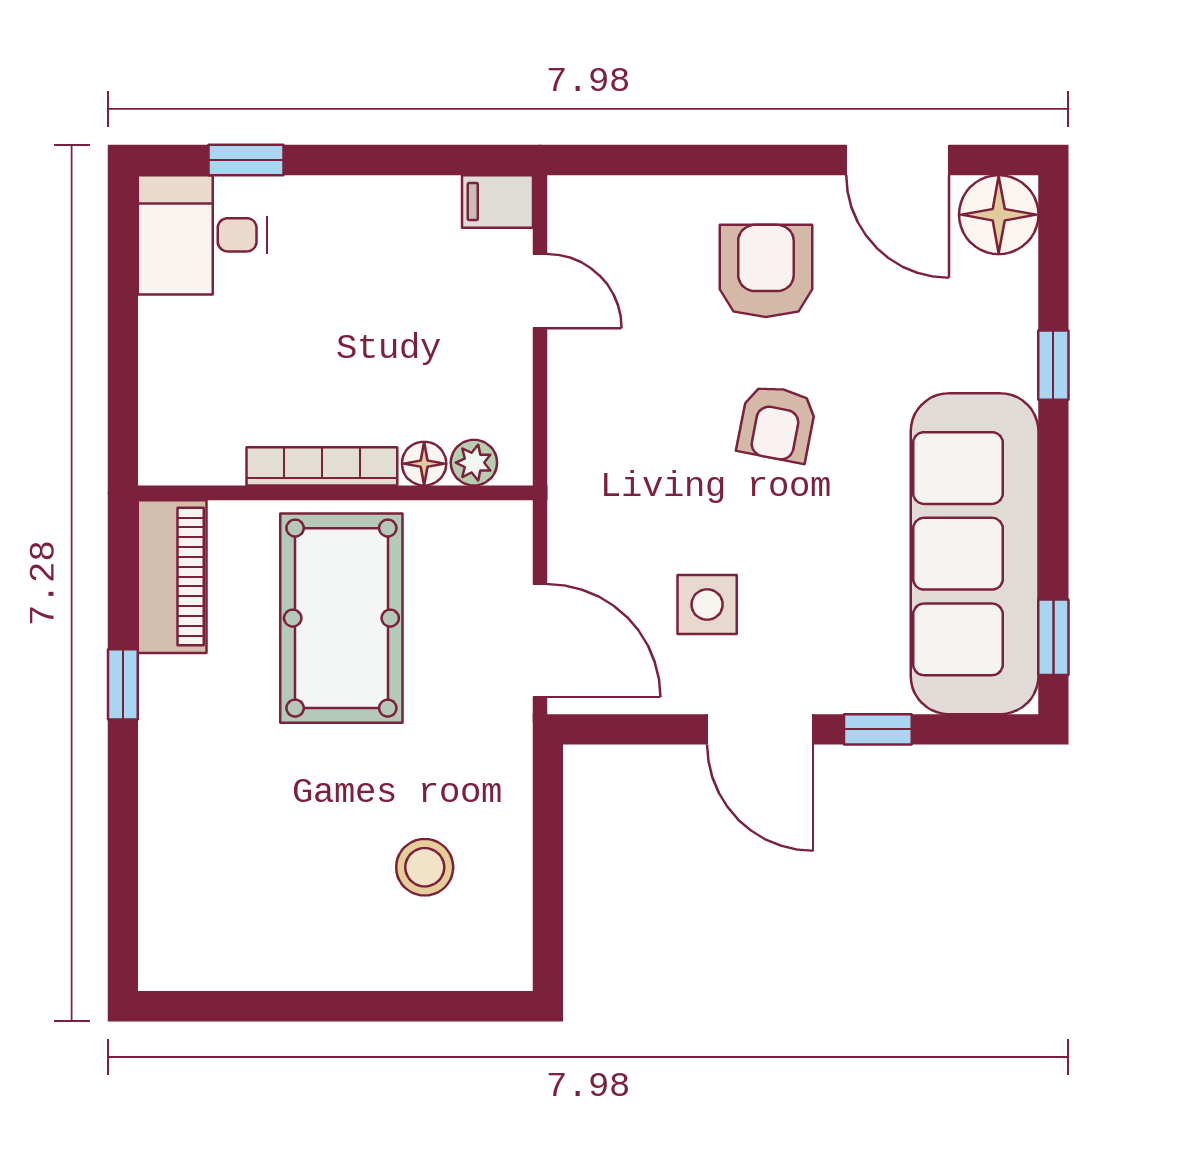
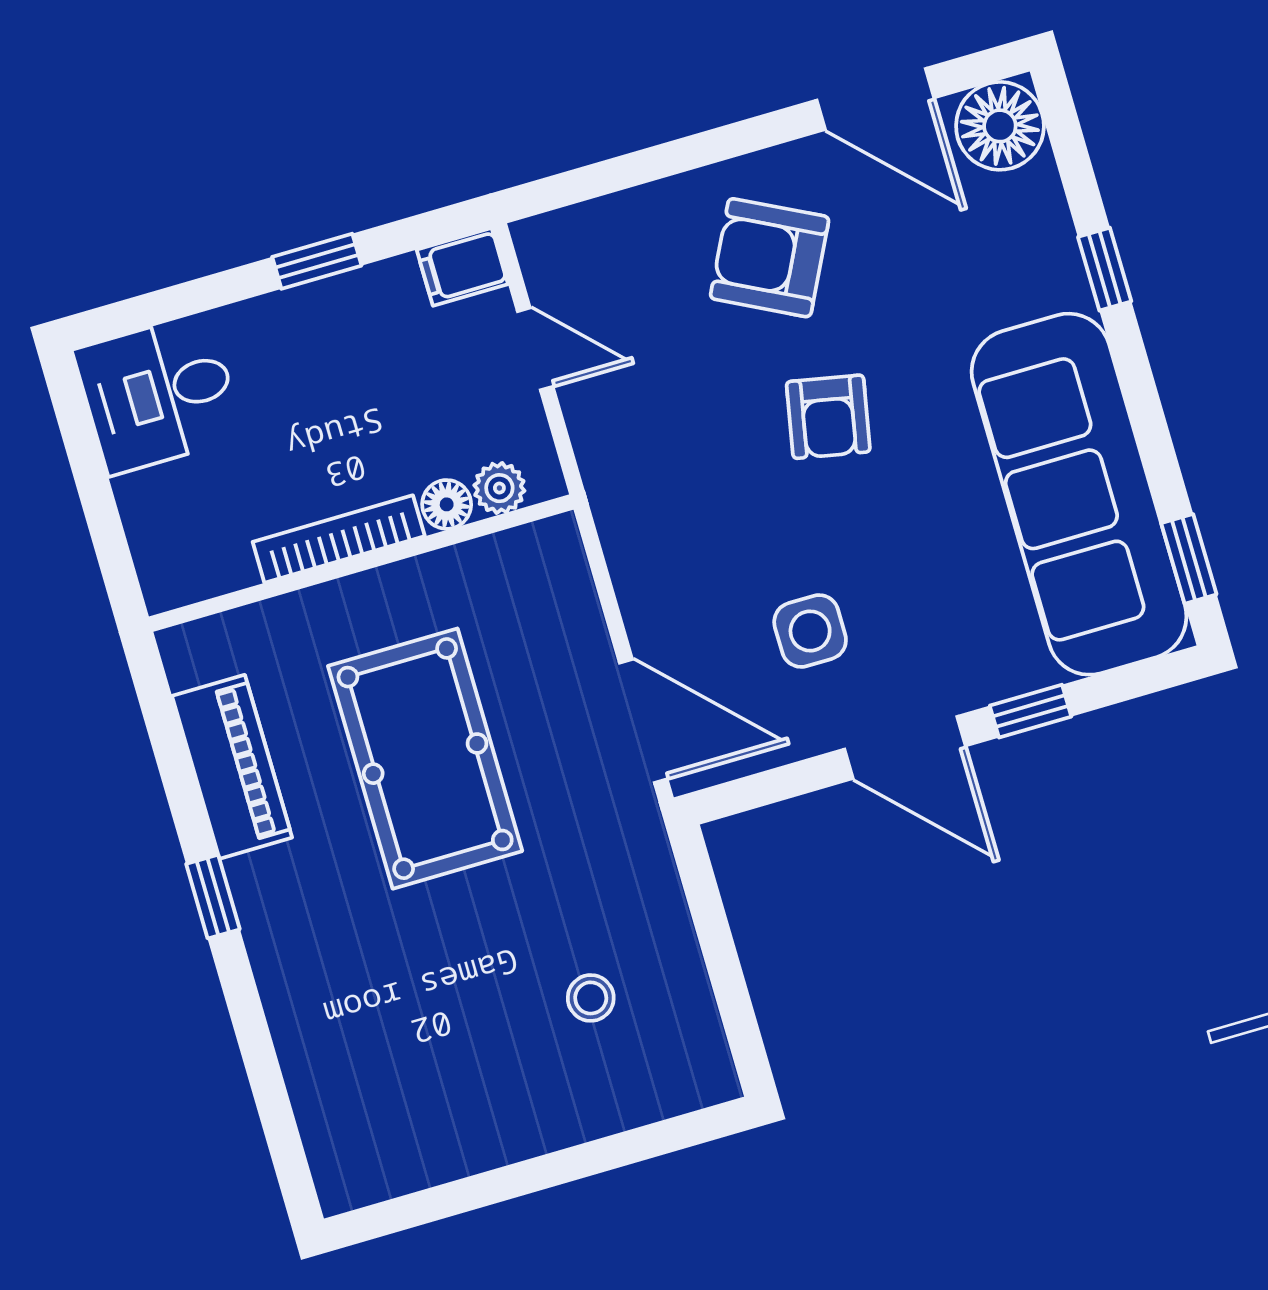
window: (246, 160) -> (317, 261), moved
armchair: (766, 271) -> (770, 258), turned -63
plant: (474, 463) -> (499, 488), moved
floor lamp: (424, 464) -> (447, 504), moved
bookcase: (322, 466) -> (339, 539), moved
wall: (335, 493) -> (361, 563), moved
stool: (425, 867) -> (591, 998), width x0.73, depth x0.73

